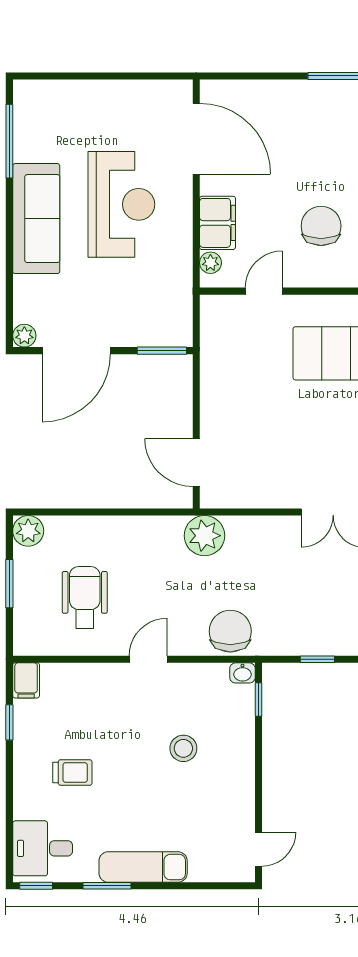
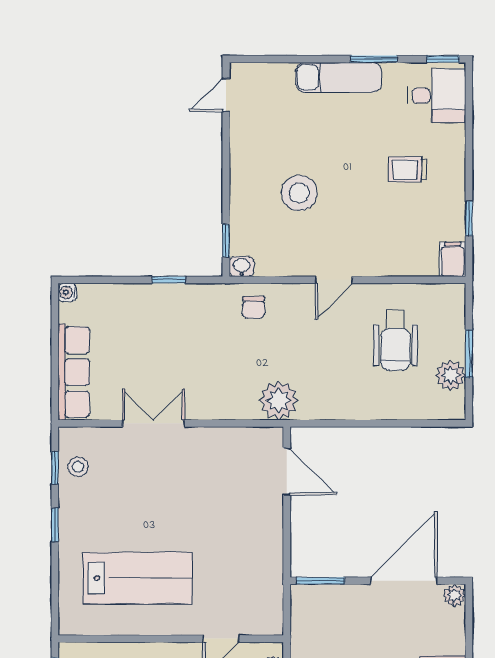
plant: (28, 531) -> (451, 376), moved
chair: (230, 631) -> (254, 307), width x0.54, depth x0.54
stool: (183, 748) -> (299, 193), width x1.38, depth x1.38

